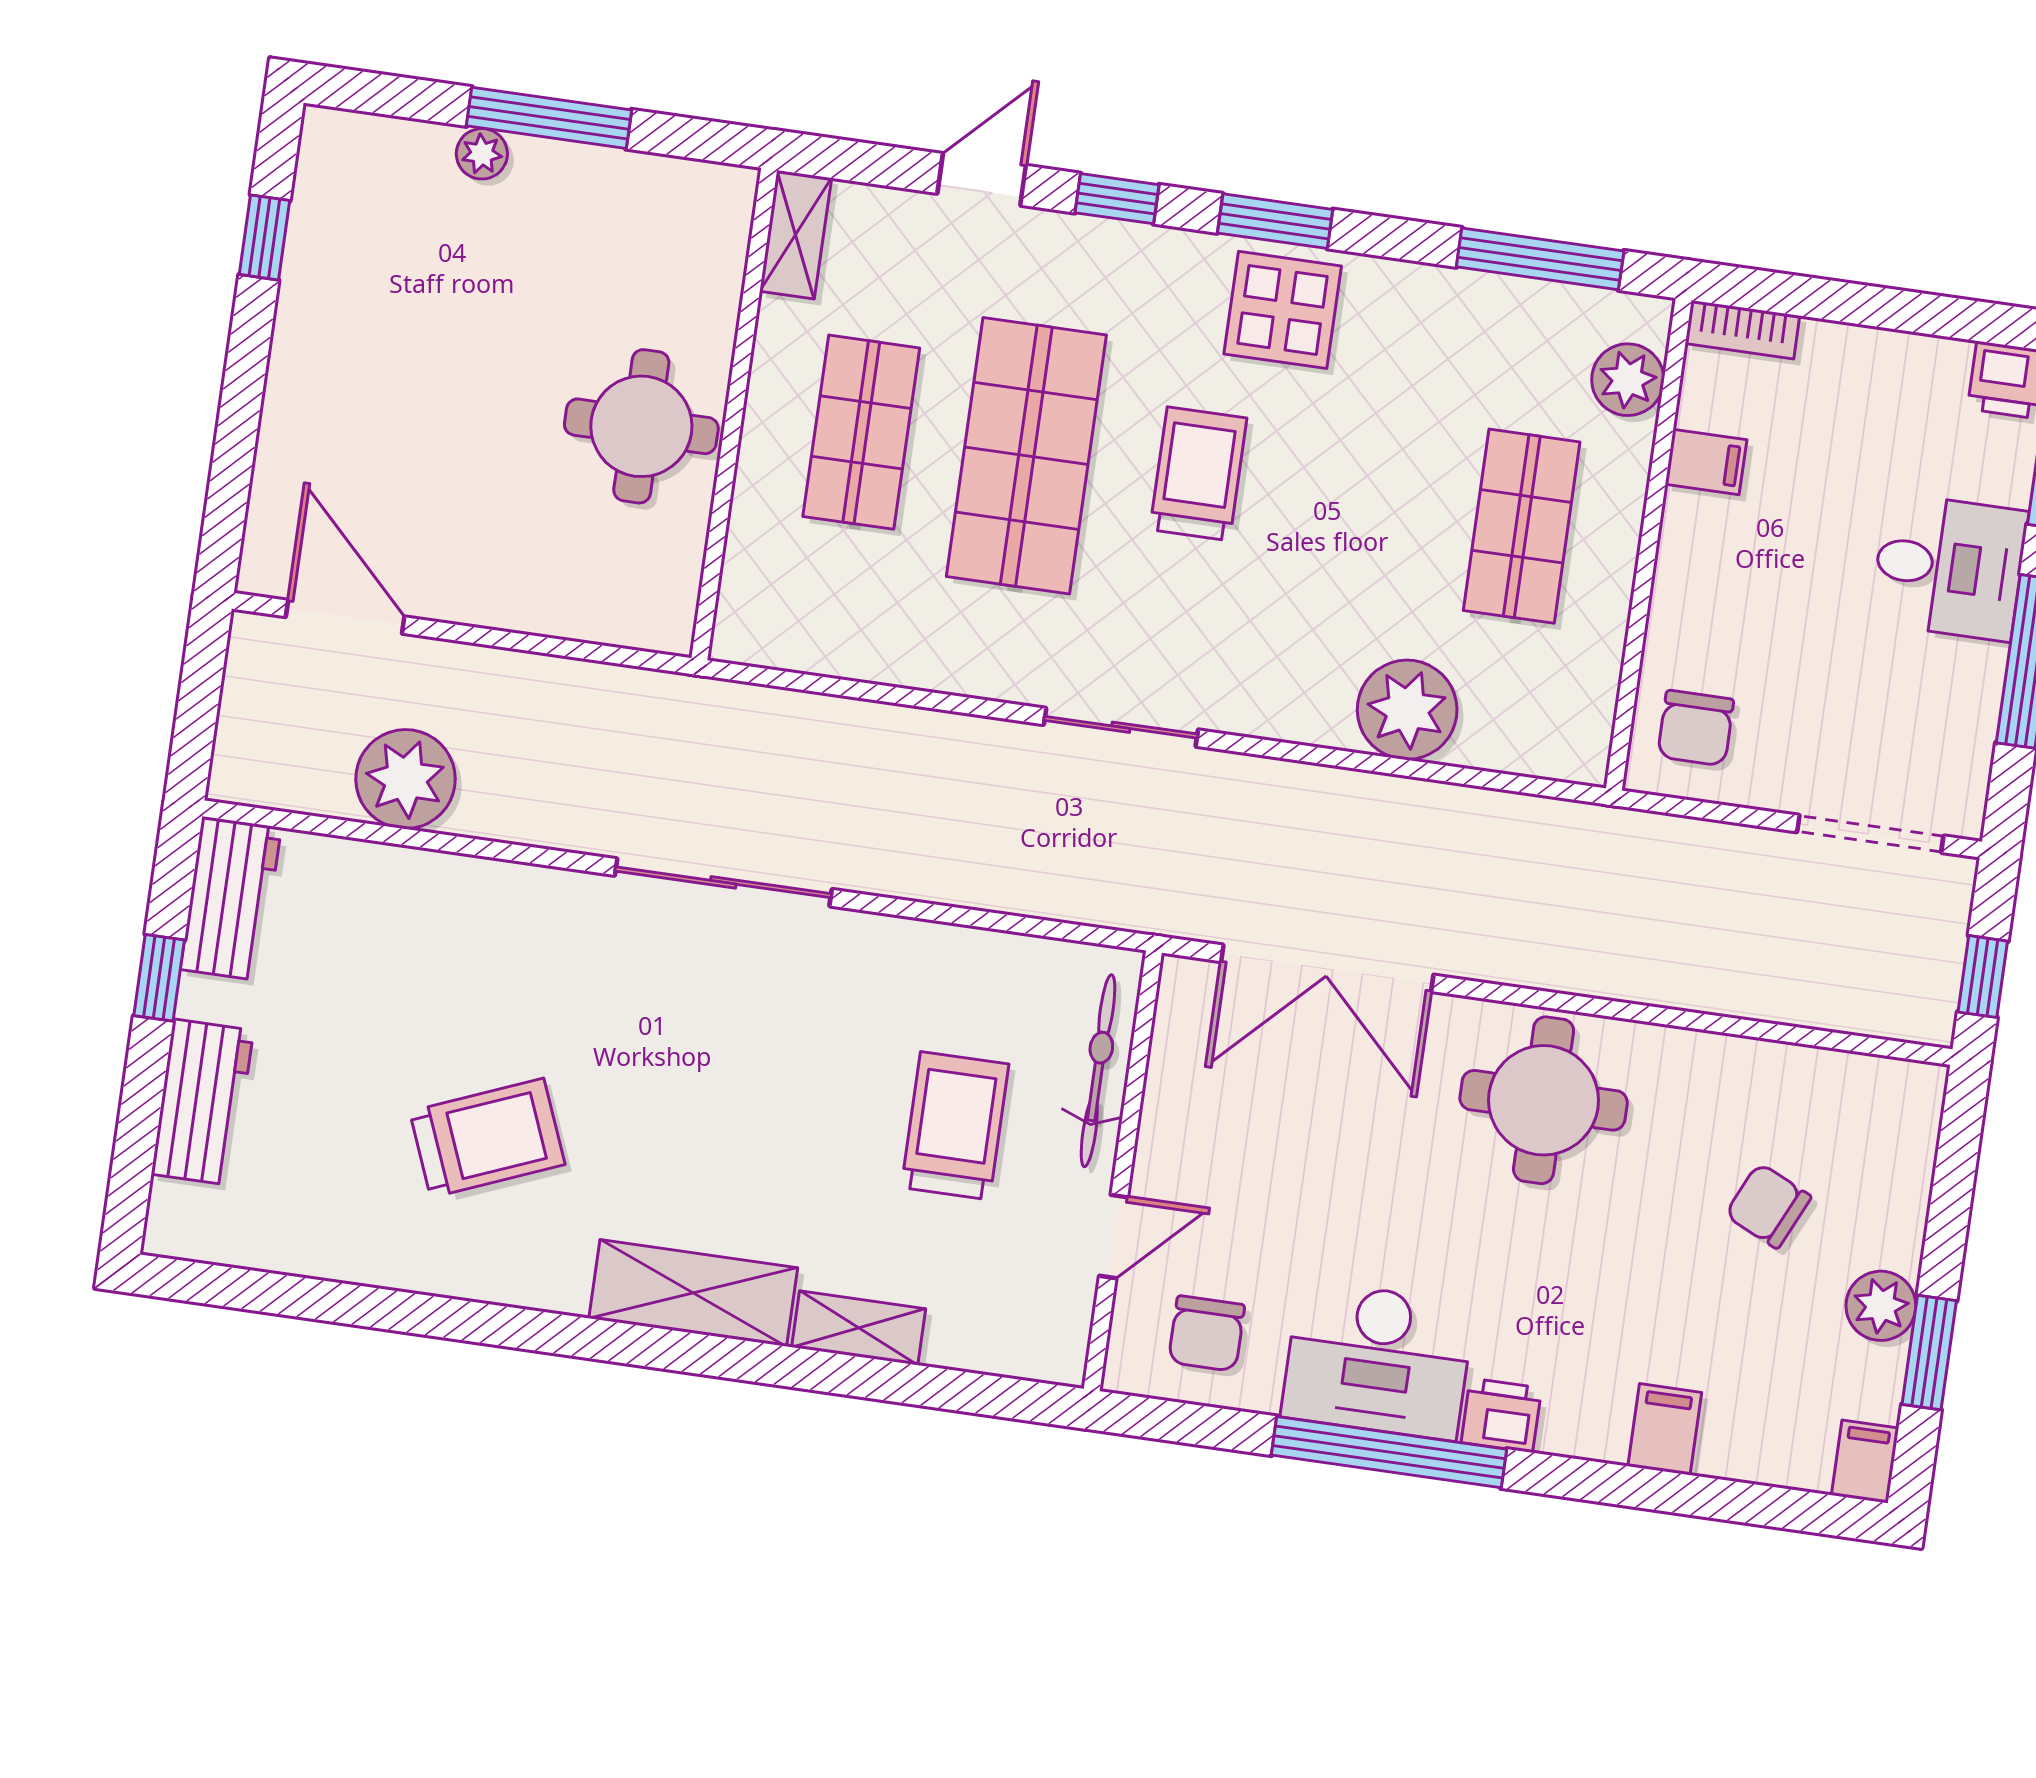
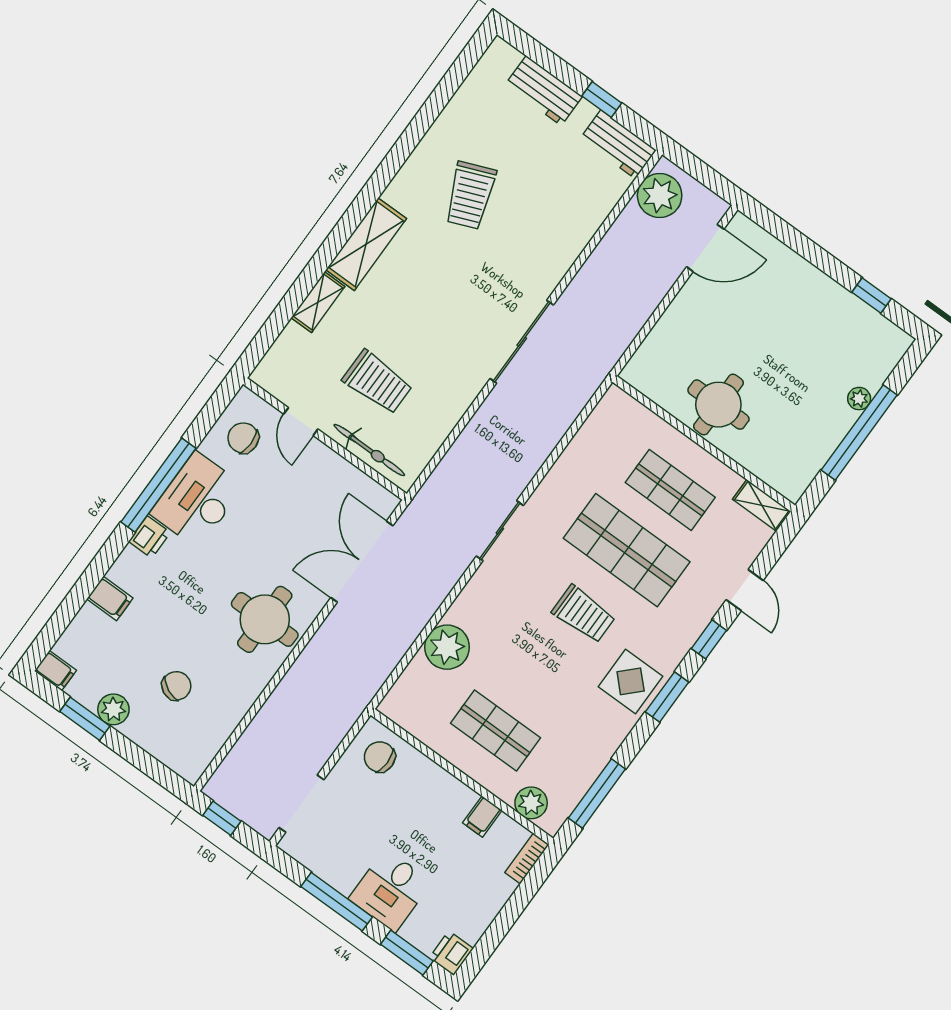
window: (549, 118) -> (859, 432), width x1.46
plant: (406, 779) -> (660, 195), moved

